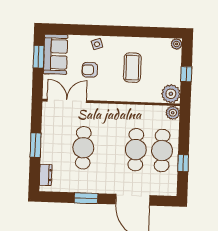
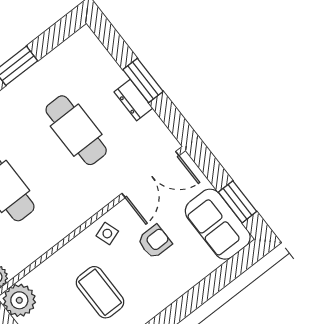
side table: (97, 44) -> (107, 234), moved
dresser: (46, 175) -> (133, 100), moved

